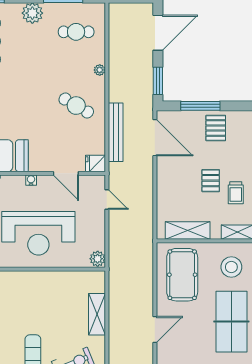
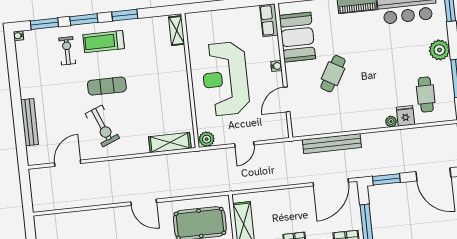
cafe table: (76, 106) -> (333, 74), moved
fridge: (95, 164) -> (405, 116), moved
door: (107, 200) -> (244, 144), moved
shelving: (97, 314) -> (170, 142), moved

